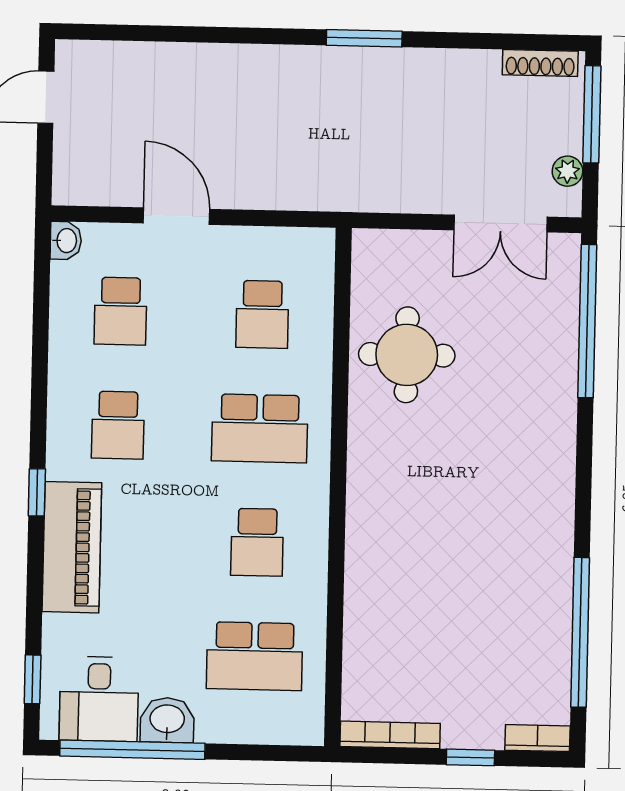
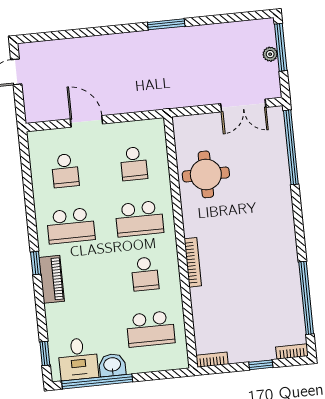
shoe rack: (540, 63) -> (253, 26), removed
plant: (567, 171) -> (270, 54), moved
washbasin: (66, 241) -> (35, 140), removed
school desk: (118, 425) -> (71, 226), width x1.85
bookcase: (358, 531) -> (193, 262), added
piano: (72, 547) -> (52, 279), width x0.73, depth x0.75
bookcase: (390, 735) -> (212, 360), width x0.64

